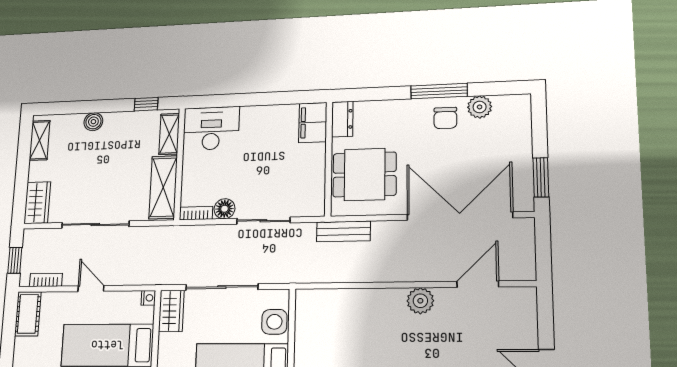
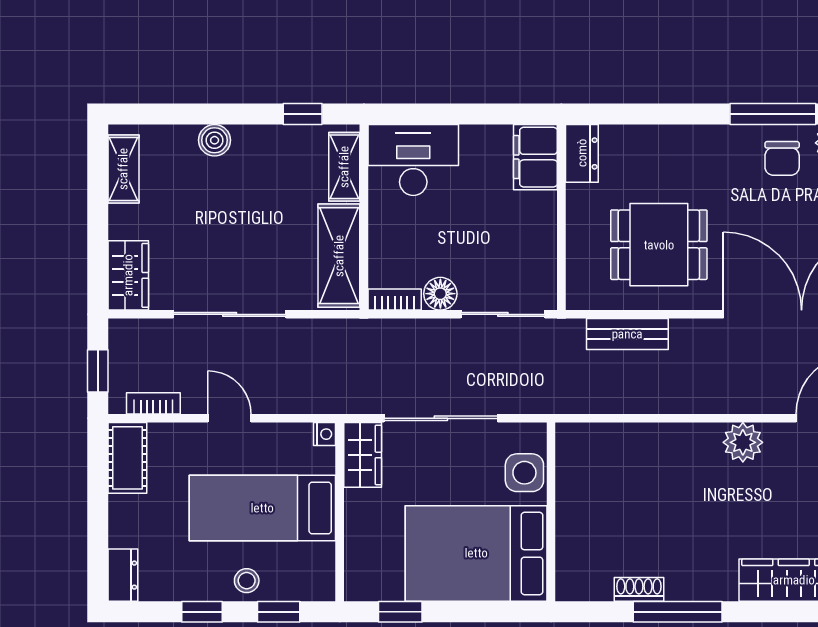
dresser: (342, 119) -> (582, 153), moved
filing cabinet: (313, 123) -> (535, 157), moved
wall: (329, 159) -> (561, 217), moved

